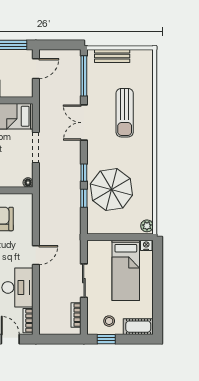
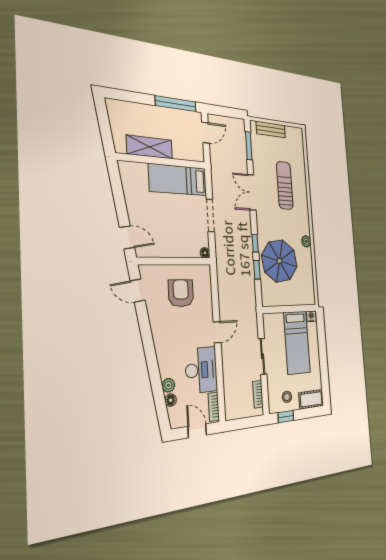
window: (84, 76) -> (249, 146), width x0.69
sun lounger: (125, 113) -> (285, 185), turned 180
plant: (147, 226) -> (306, 241), moved

